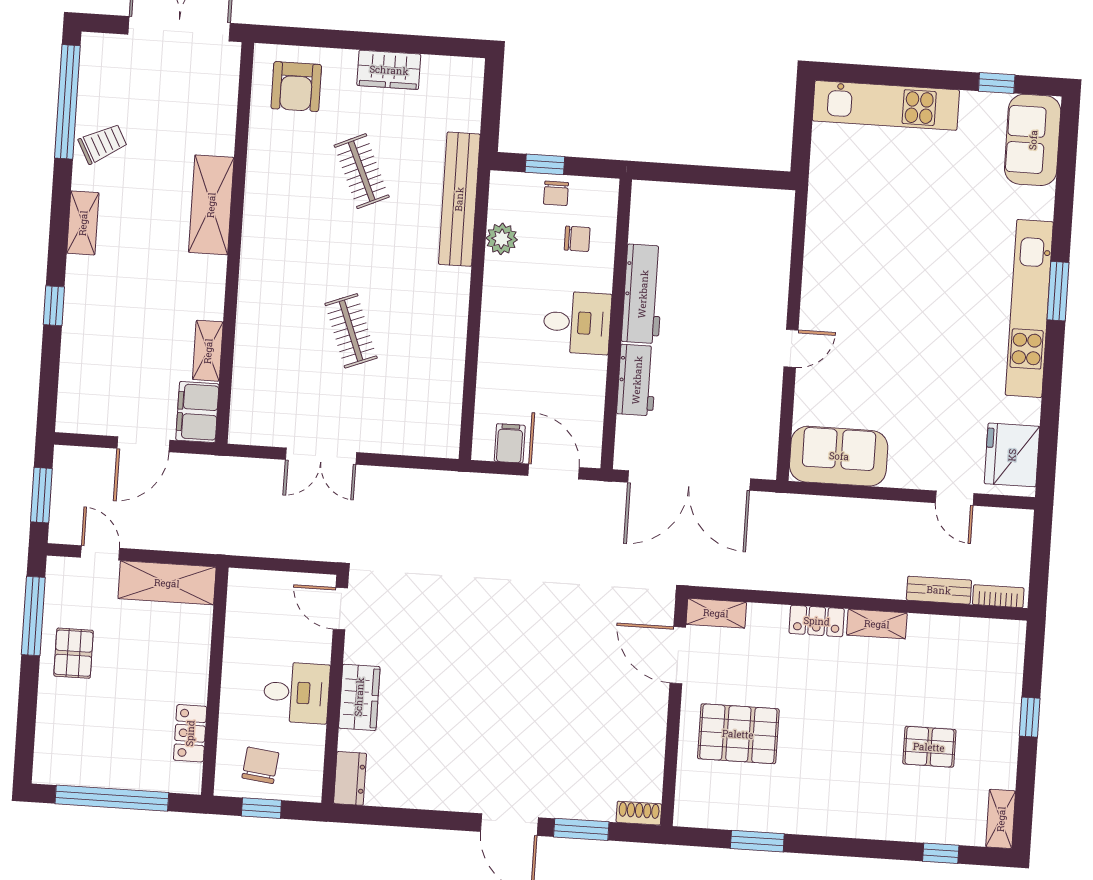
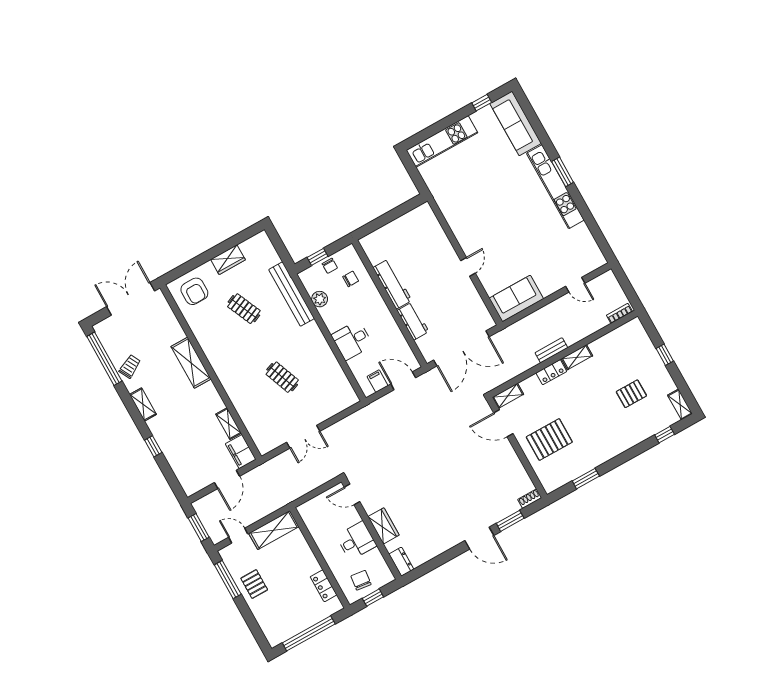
sofa: (1033, 140) -> (516, 123), width x1.36
desk: (577, 323) -> (352, 340), moved, turned 180
fridge: (1012, 455) -> (587, 252), removed
bench: (939, 590) -> (551, 350), moved

